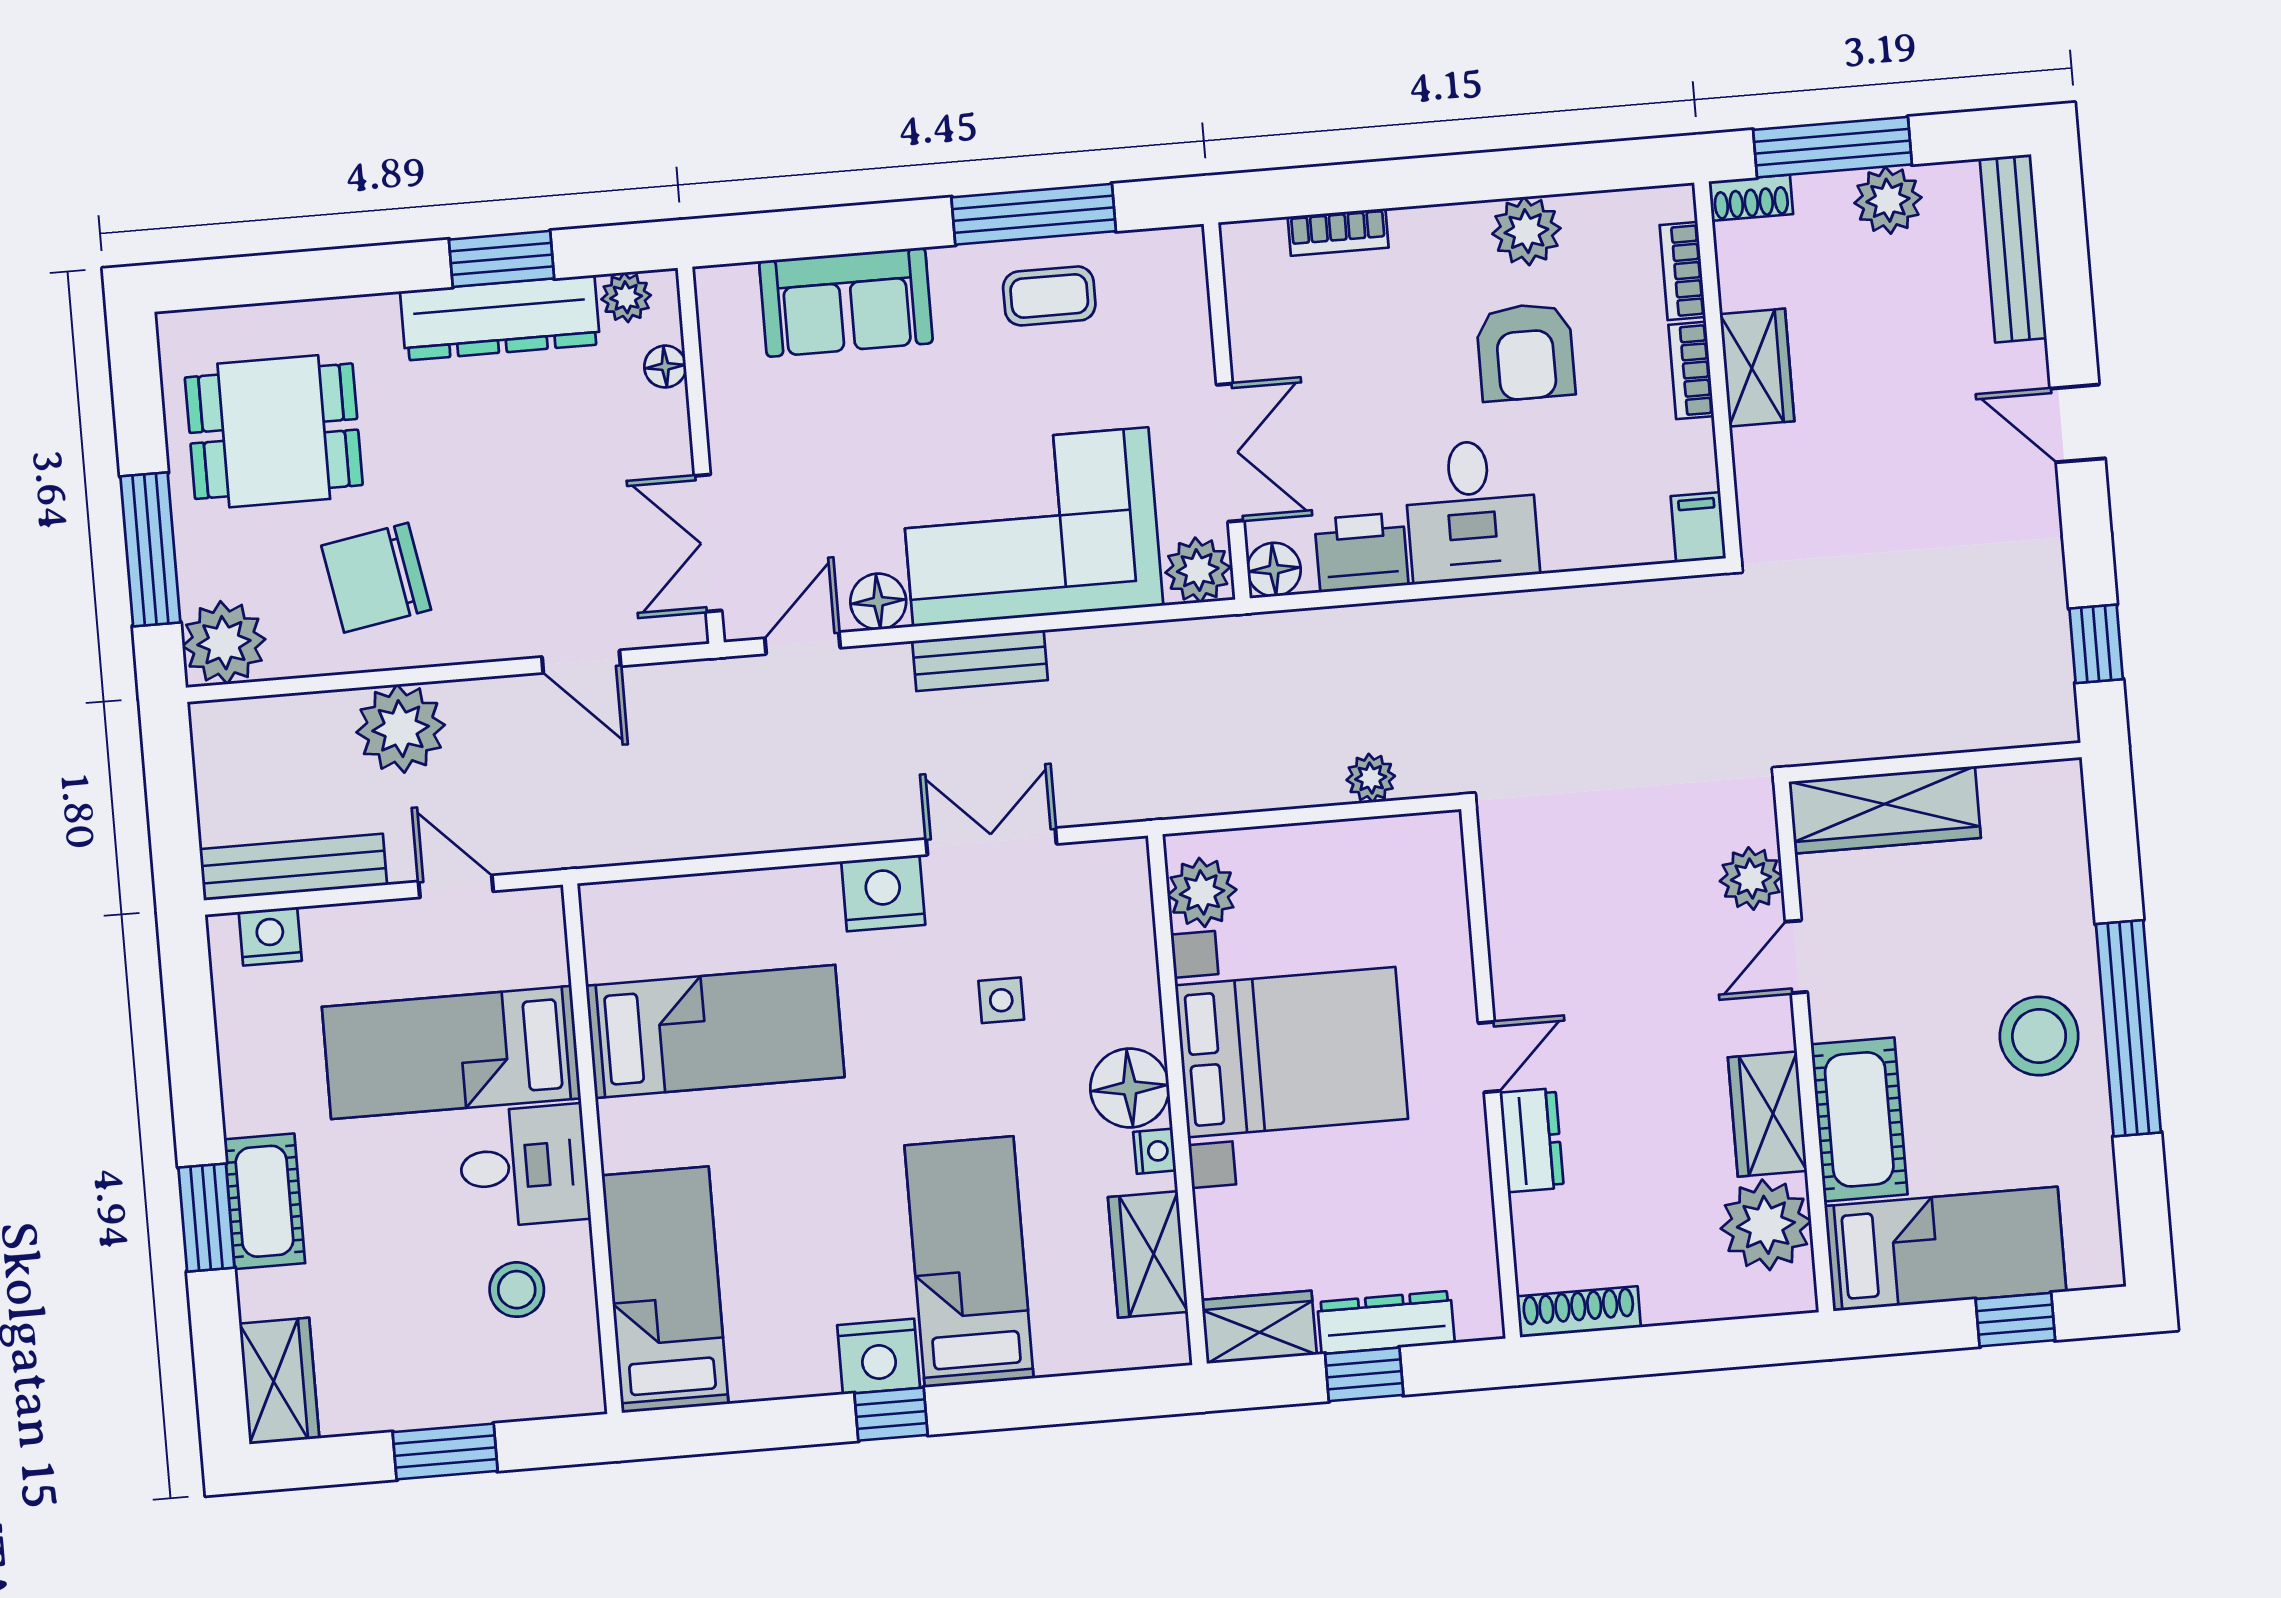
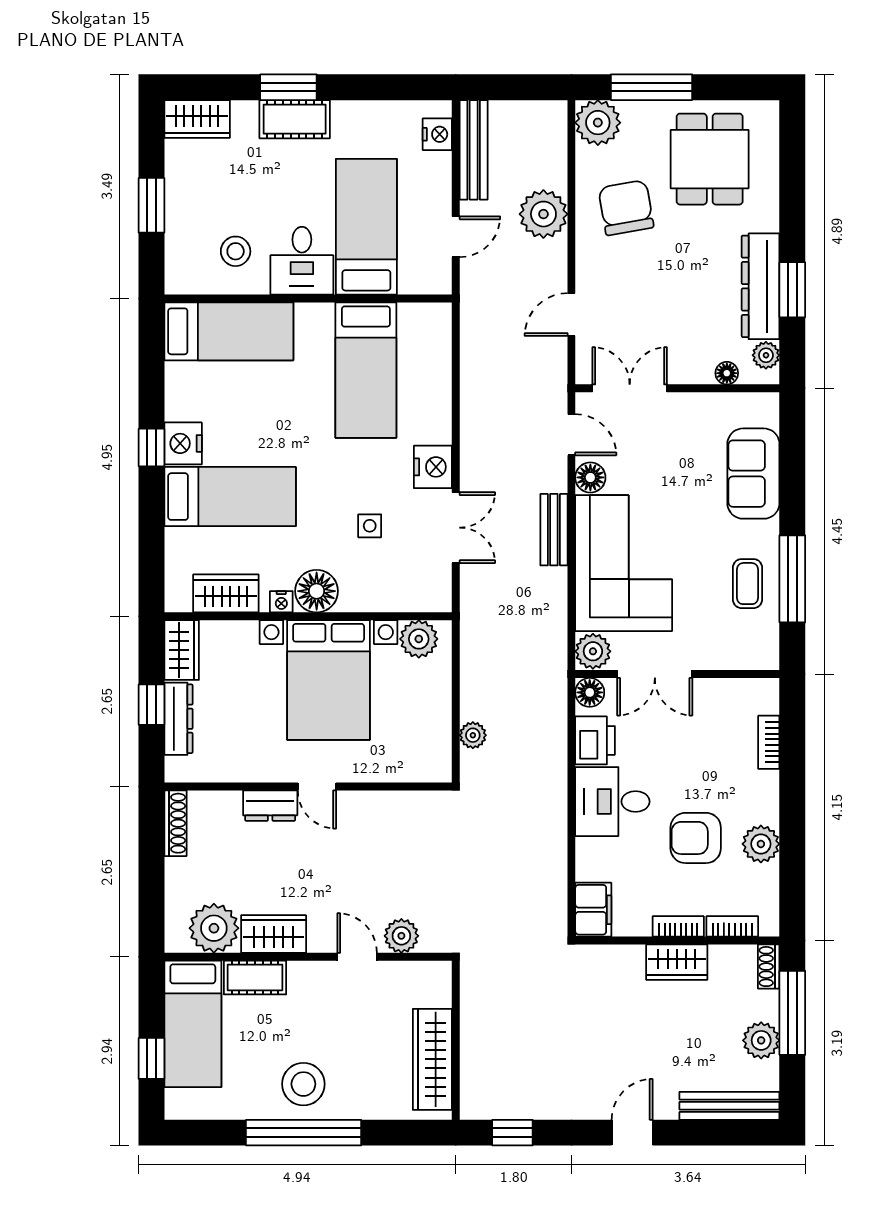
filing cabinet: (1698, 527) -> (593, 910), width x2.00
wardrobe: (1885, 810) -> (432, 1059), moved
cot: (1859, 1119) -> (255, 977), width x0.73, depth x0.75

